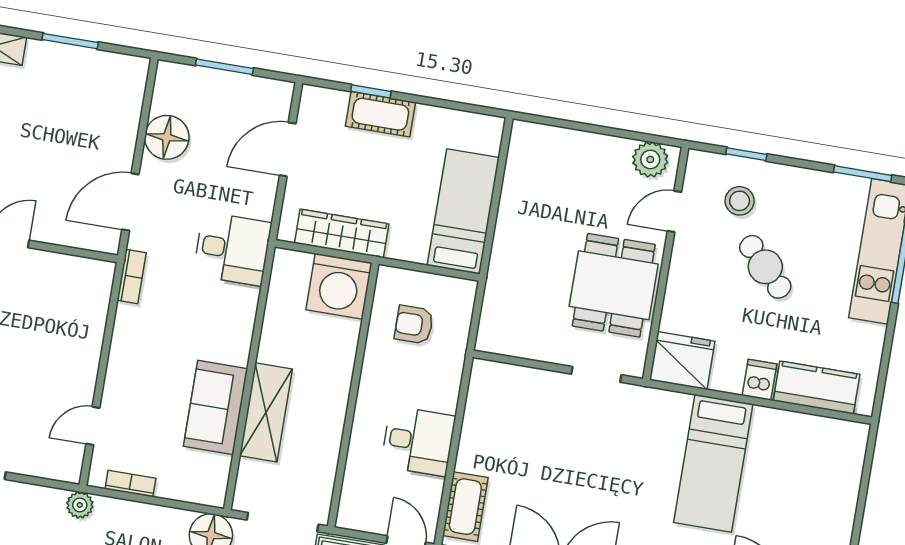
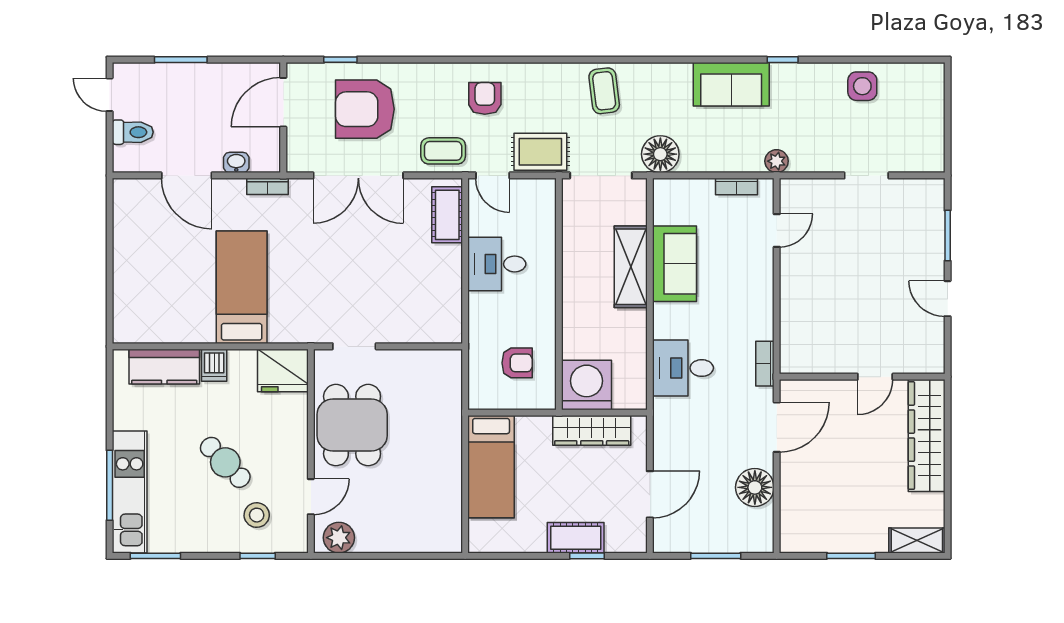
desk: (232, 249) -> (683, 368), moved

